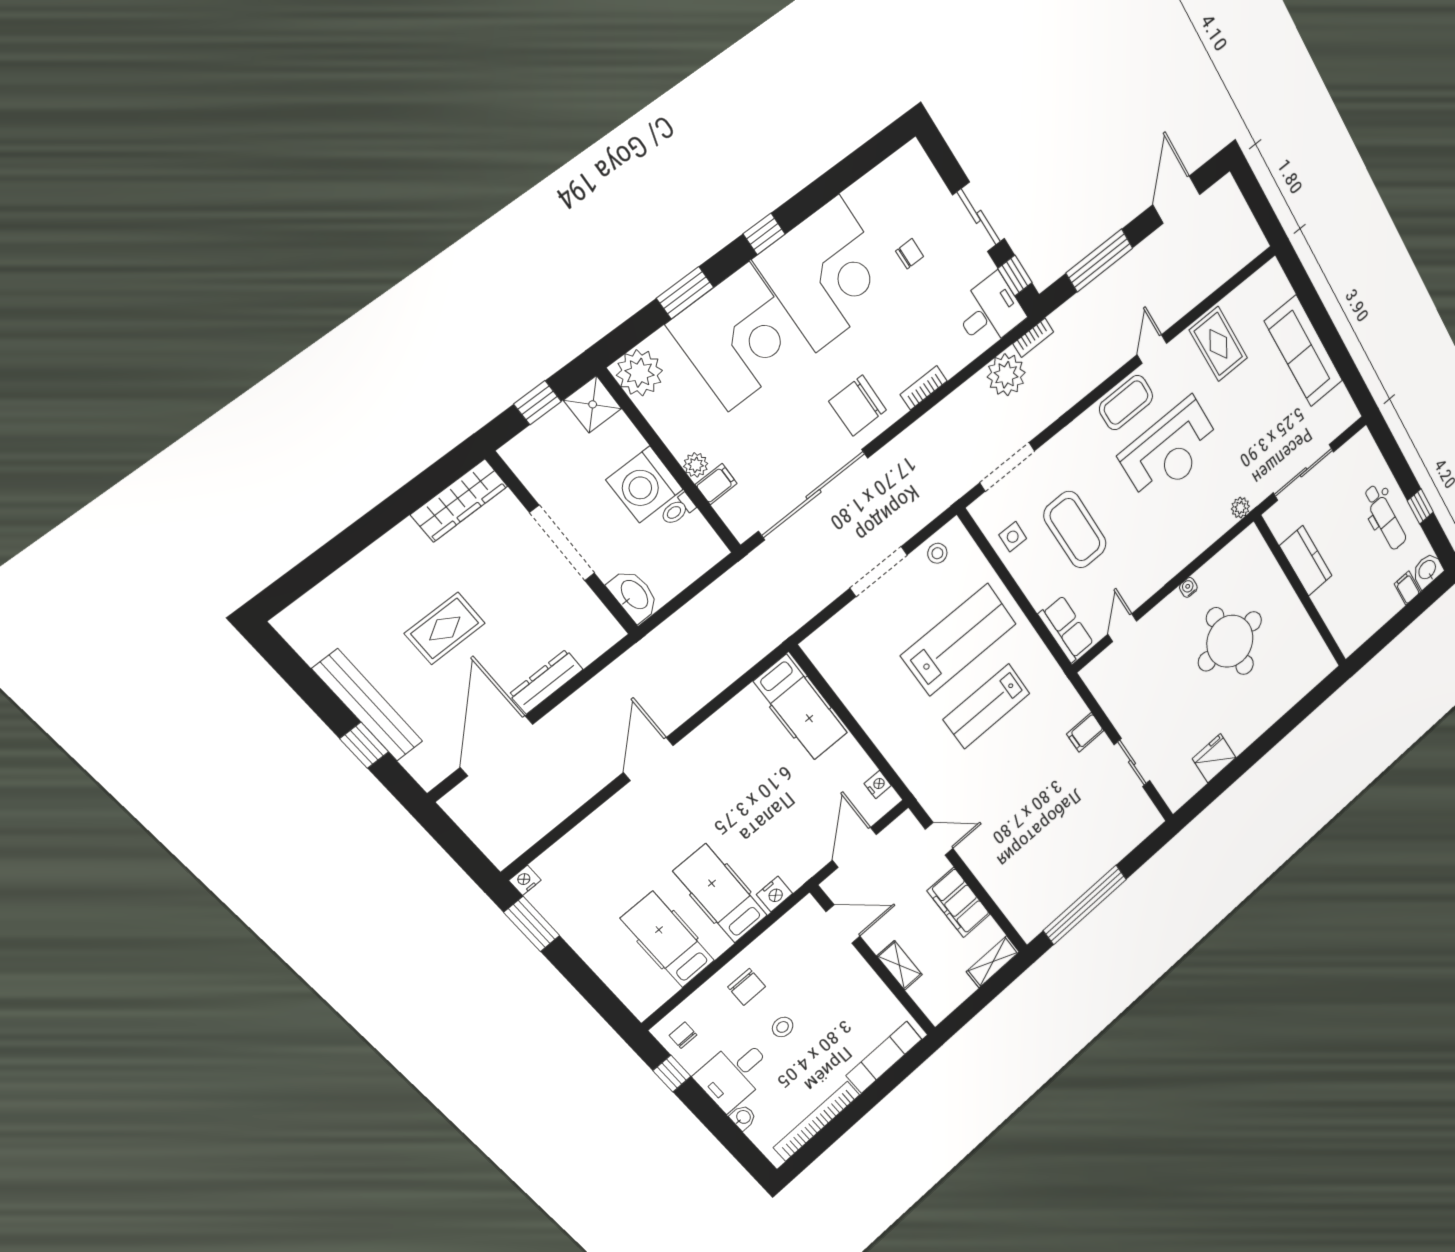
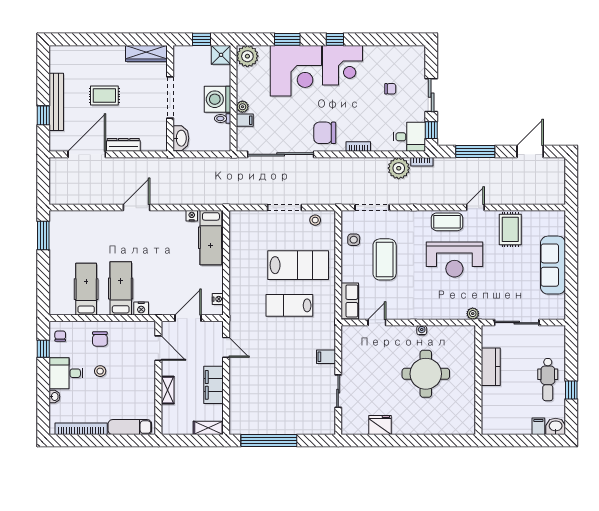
corner desk: (827, 274) -> (342, 65), width x0.74, depth x0.74
nightstand: (525, 880) -> (192, 216), moved

